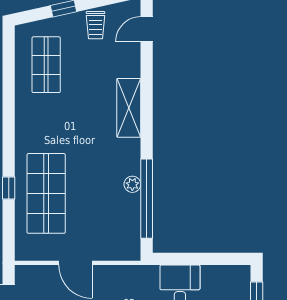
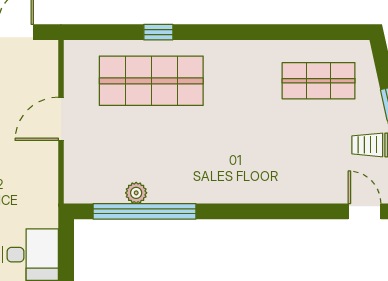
shelving: (129, 108) -> (263, 188), removed
plant: (132, 184) -> (136, 193), moved

